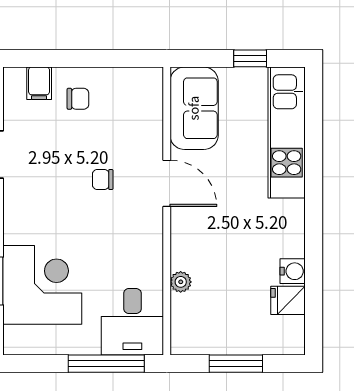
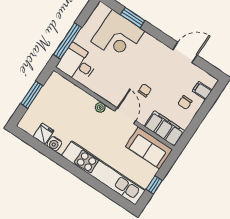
filing cabinet: (144, 104) -> (165, 128), added
kitchen unit: (287, 132) -> (103, 173), width x1.36
door: (167, 183) -> (125, 116), swing flipped
plant: (181, 282) -> (100, 107), moved

